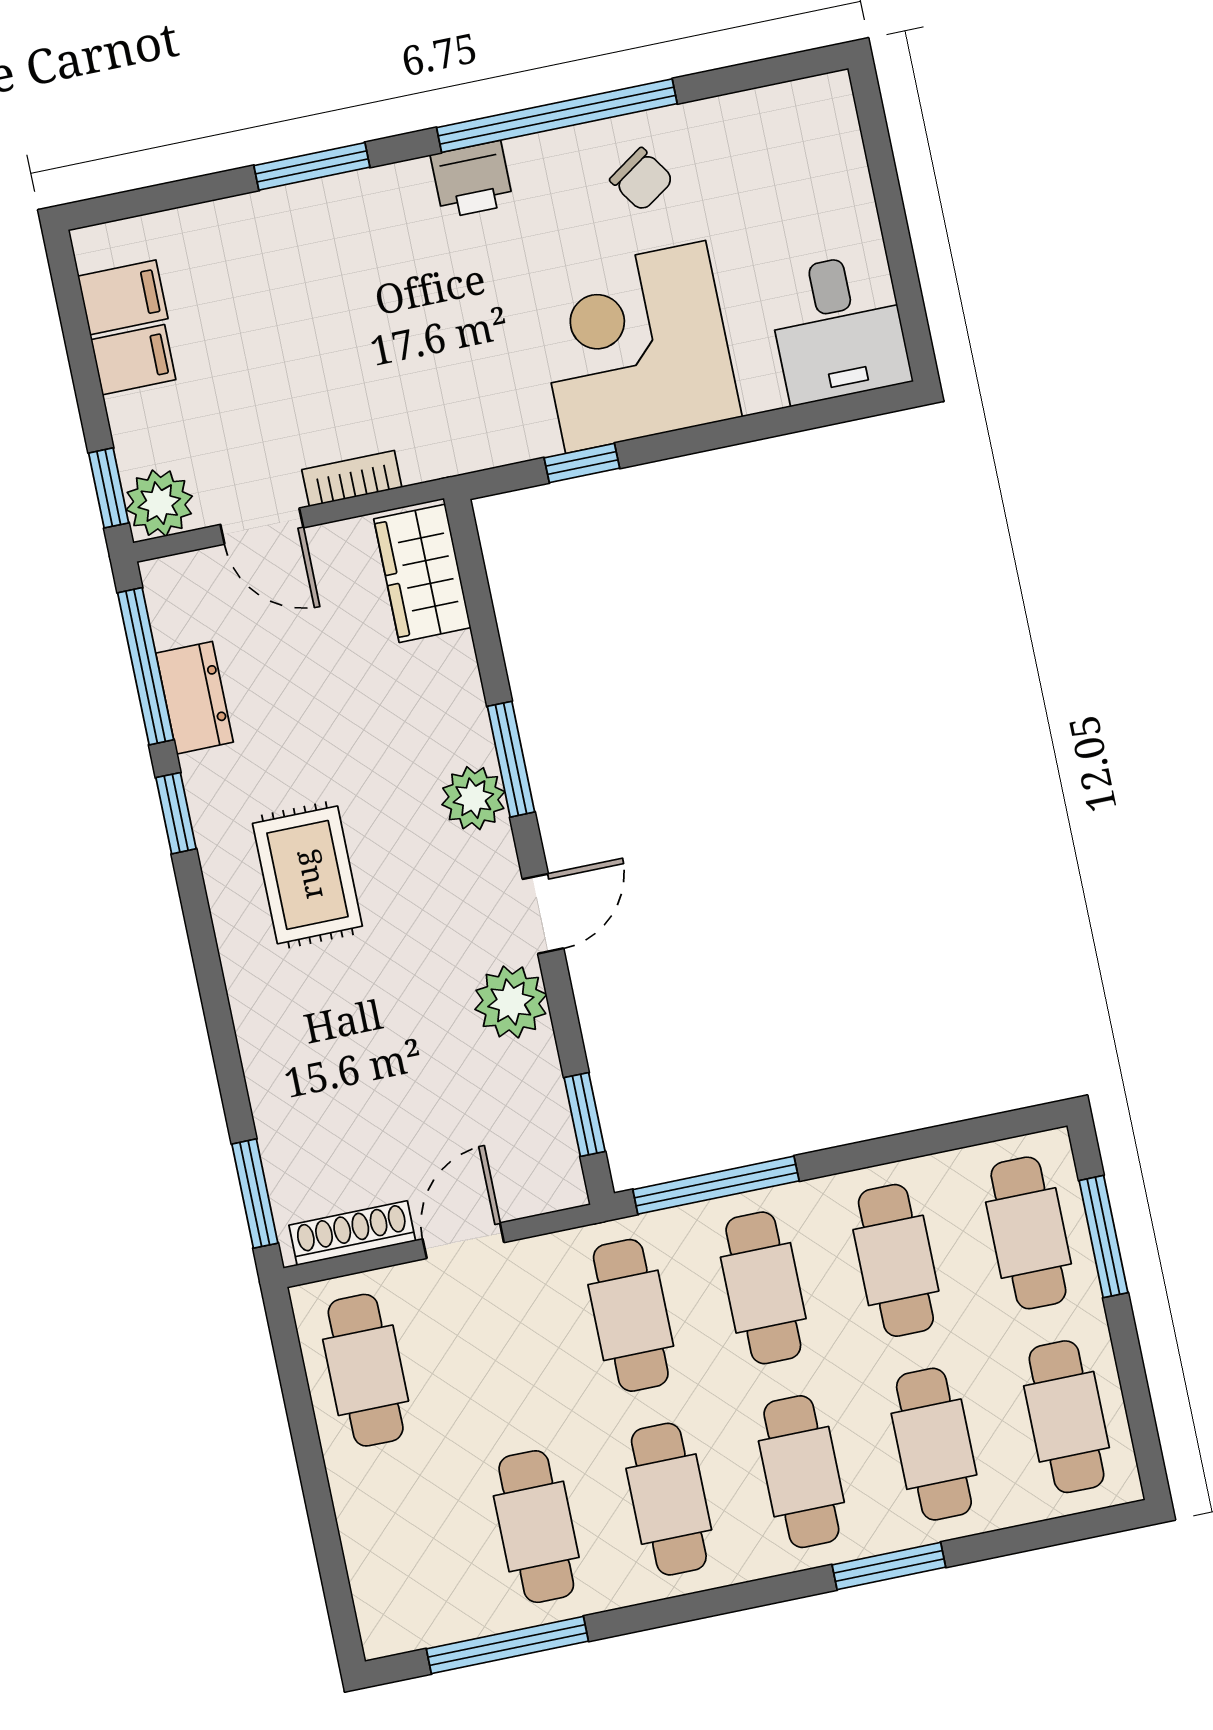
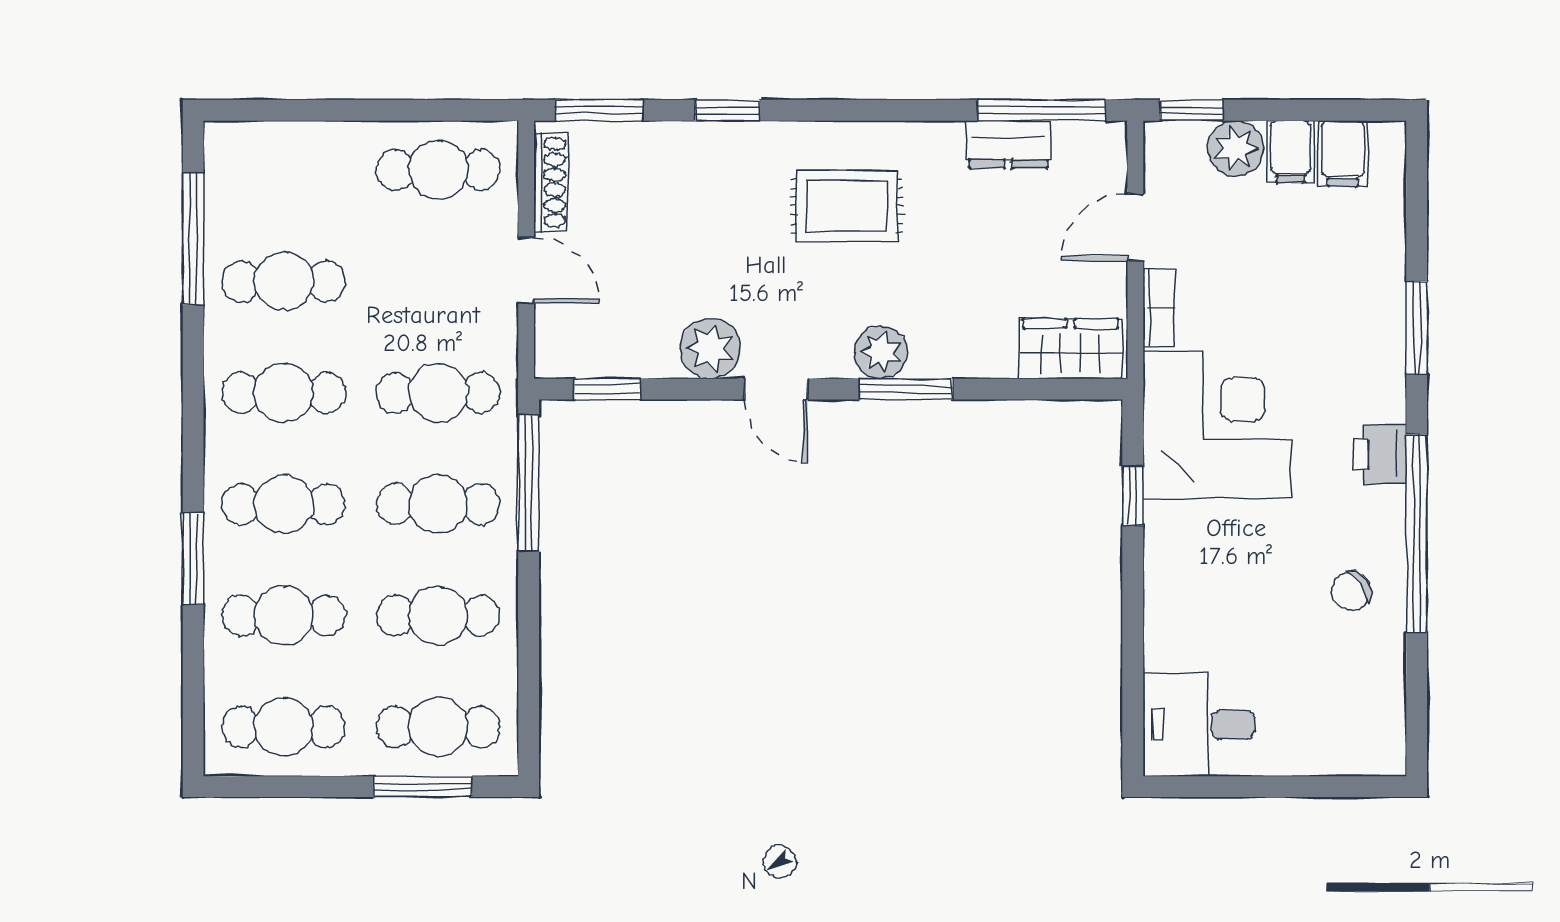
corner desk: (636, 347) -> (1217, 425), moved
plant: (159, 503) -> (1236, 148), moved
window: (176, 813) -> (728, 110), moved

